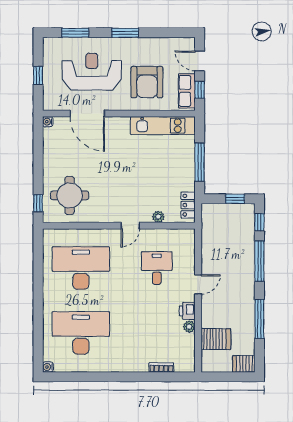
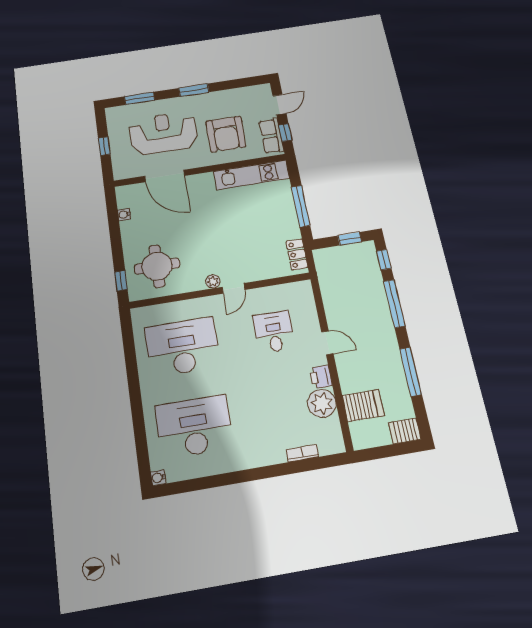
door: (200, 61) -> (279, 105), swing flipped
water cooler: (48, 122) -> (124, 215), moved
plant: (158, 217) -> (213, 281), moved
door: (198, 284) -> (327, 343), hinge flipped
plant: (189, 327) -> (322, 403), width x1.88, depth x1.88

